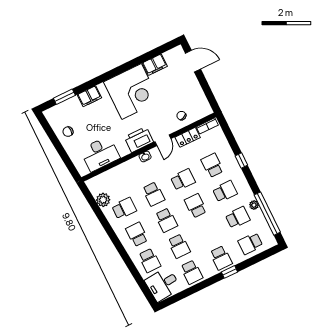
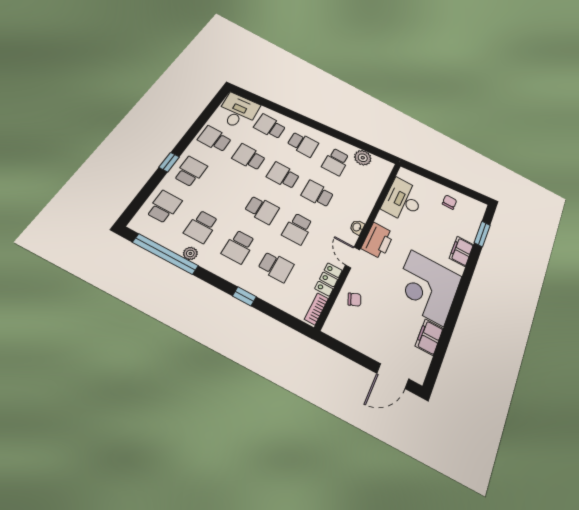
school desk: (221, 258) -> (190, 171), turned 90

